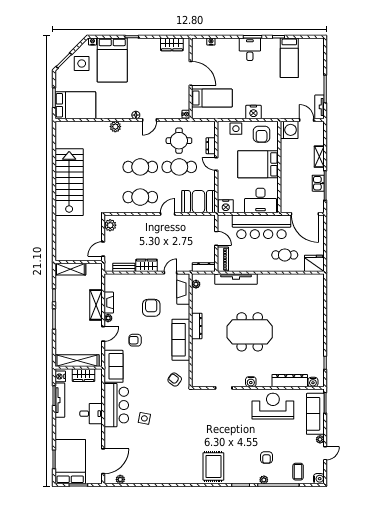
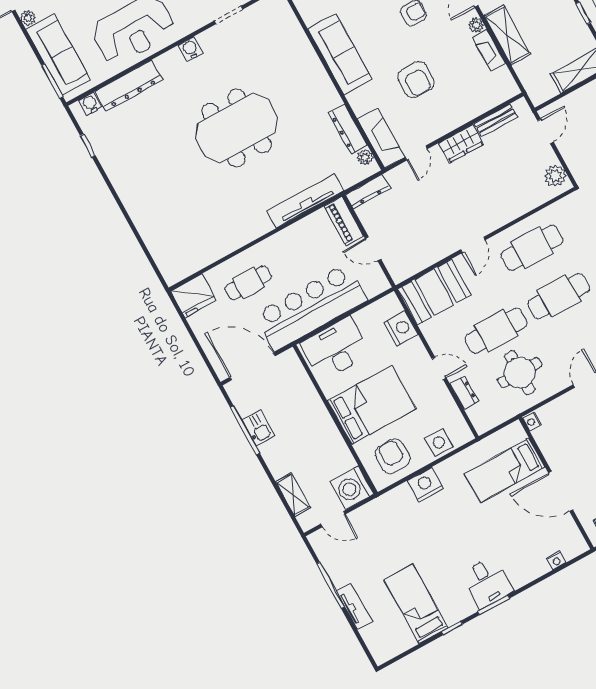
tv unit: (320, 107) -> (354, 606), moved
shelving: (319, 157) -> (293, 495), moved
nightstand: (226, 206) -> (401, 328), moved, turned 90
dresser: (197, 326) -> (348, 129), moved

